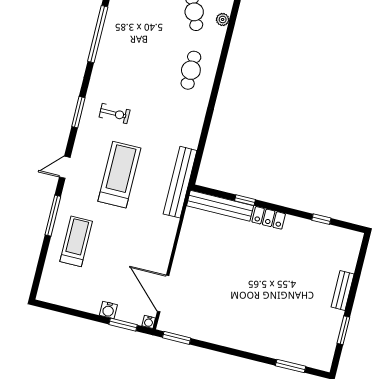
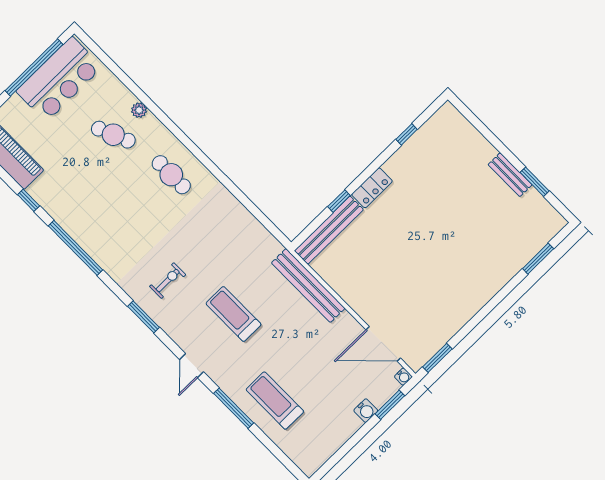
treadmill: (119, 175) -> (234, 314), width x0.73, depth x0.73
bench: (180, 182) -> (308, 286), moved
bench: (343, 291) -> (510, 175), moved

